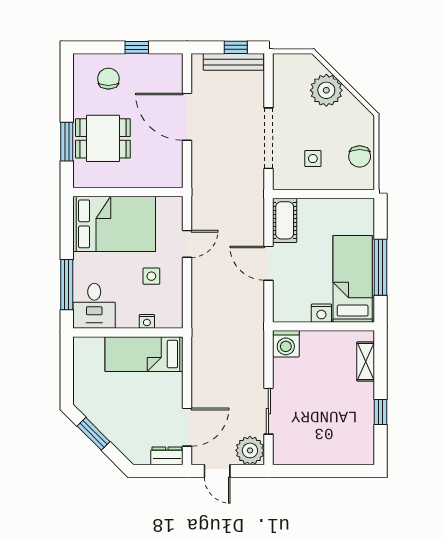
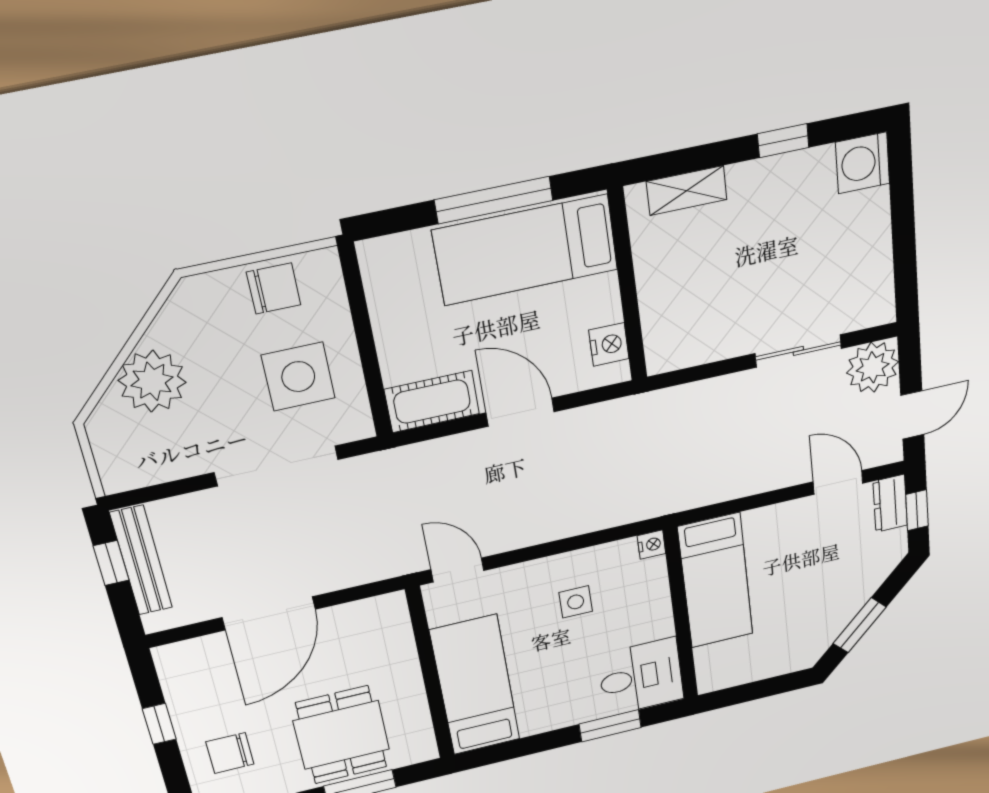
side table: (313, 159) -> (298, 377), width x1.87, depth x1.87
bed: (114, 224) -> (475, 685), width x0.67
door: (187, 244) -> (457, 570), moved
door: (268, 263) -> (520, 412), swing flipped
window: (67, 285) -> (610, 726), width x0.69
nightstand: (321, 313) -> (609, 344), moved
nightstand: (147, 321) -> (651, 545), moved
washing machine: (286, 344) -> (863, 163), moved, turned 180
door: (187, 427) -> (838, 482), width x0.73
window: (159, 471) -> (917, 510), added

